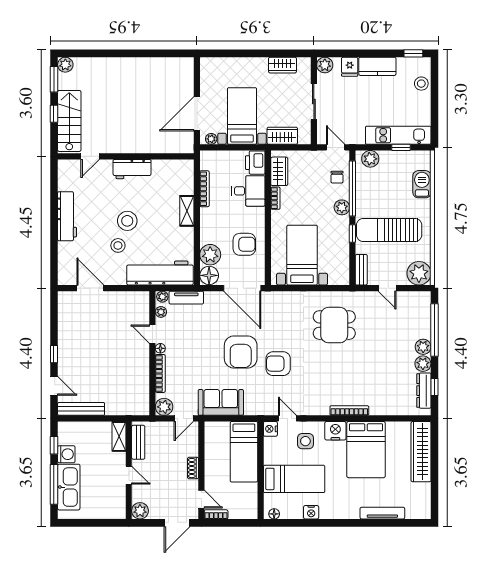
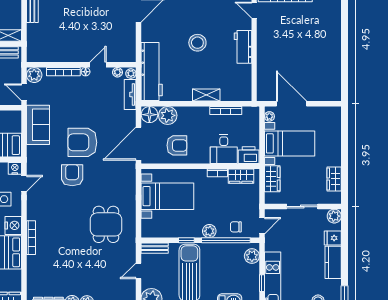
armchair: (244, 244) -> (177, 145), turned -90
stool: (118, 245) -> (176, 35), removed

